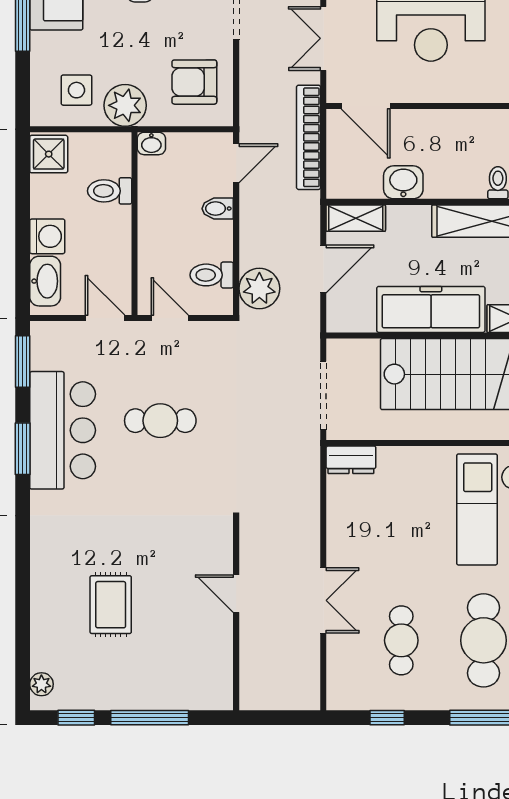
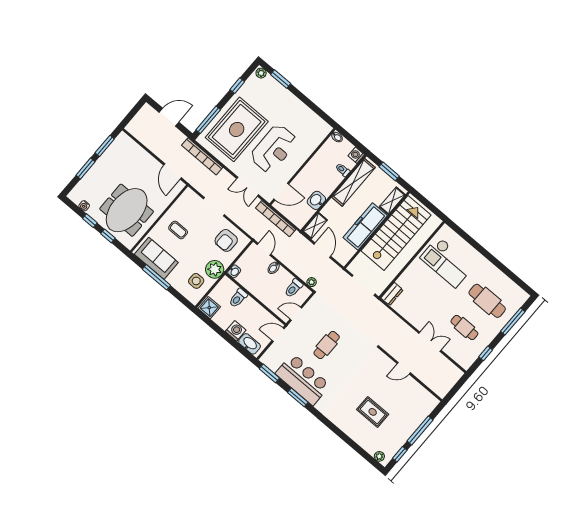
plant: (259, 288) -> (312, 282), width x0.53, depth x0.53

